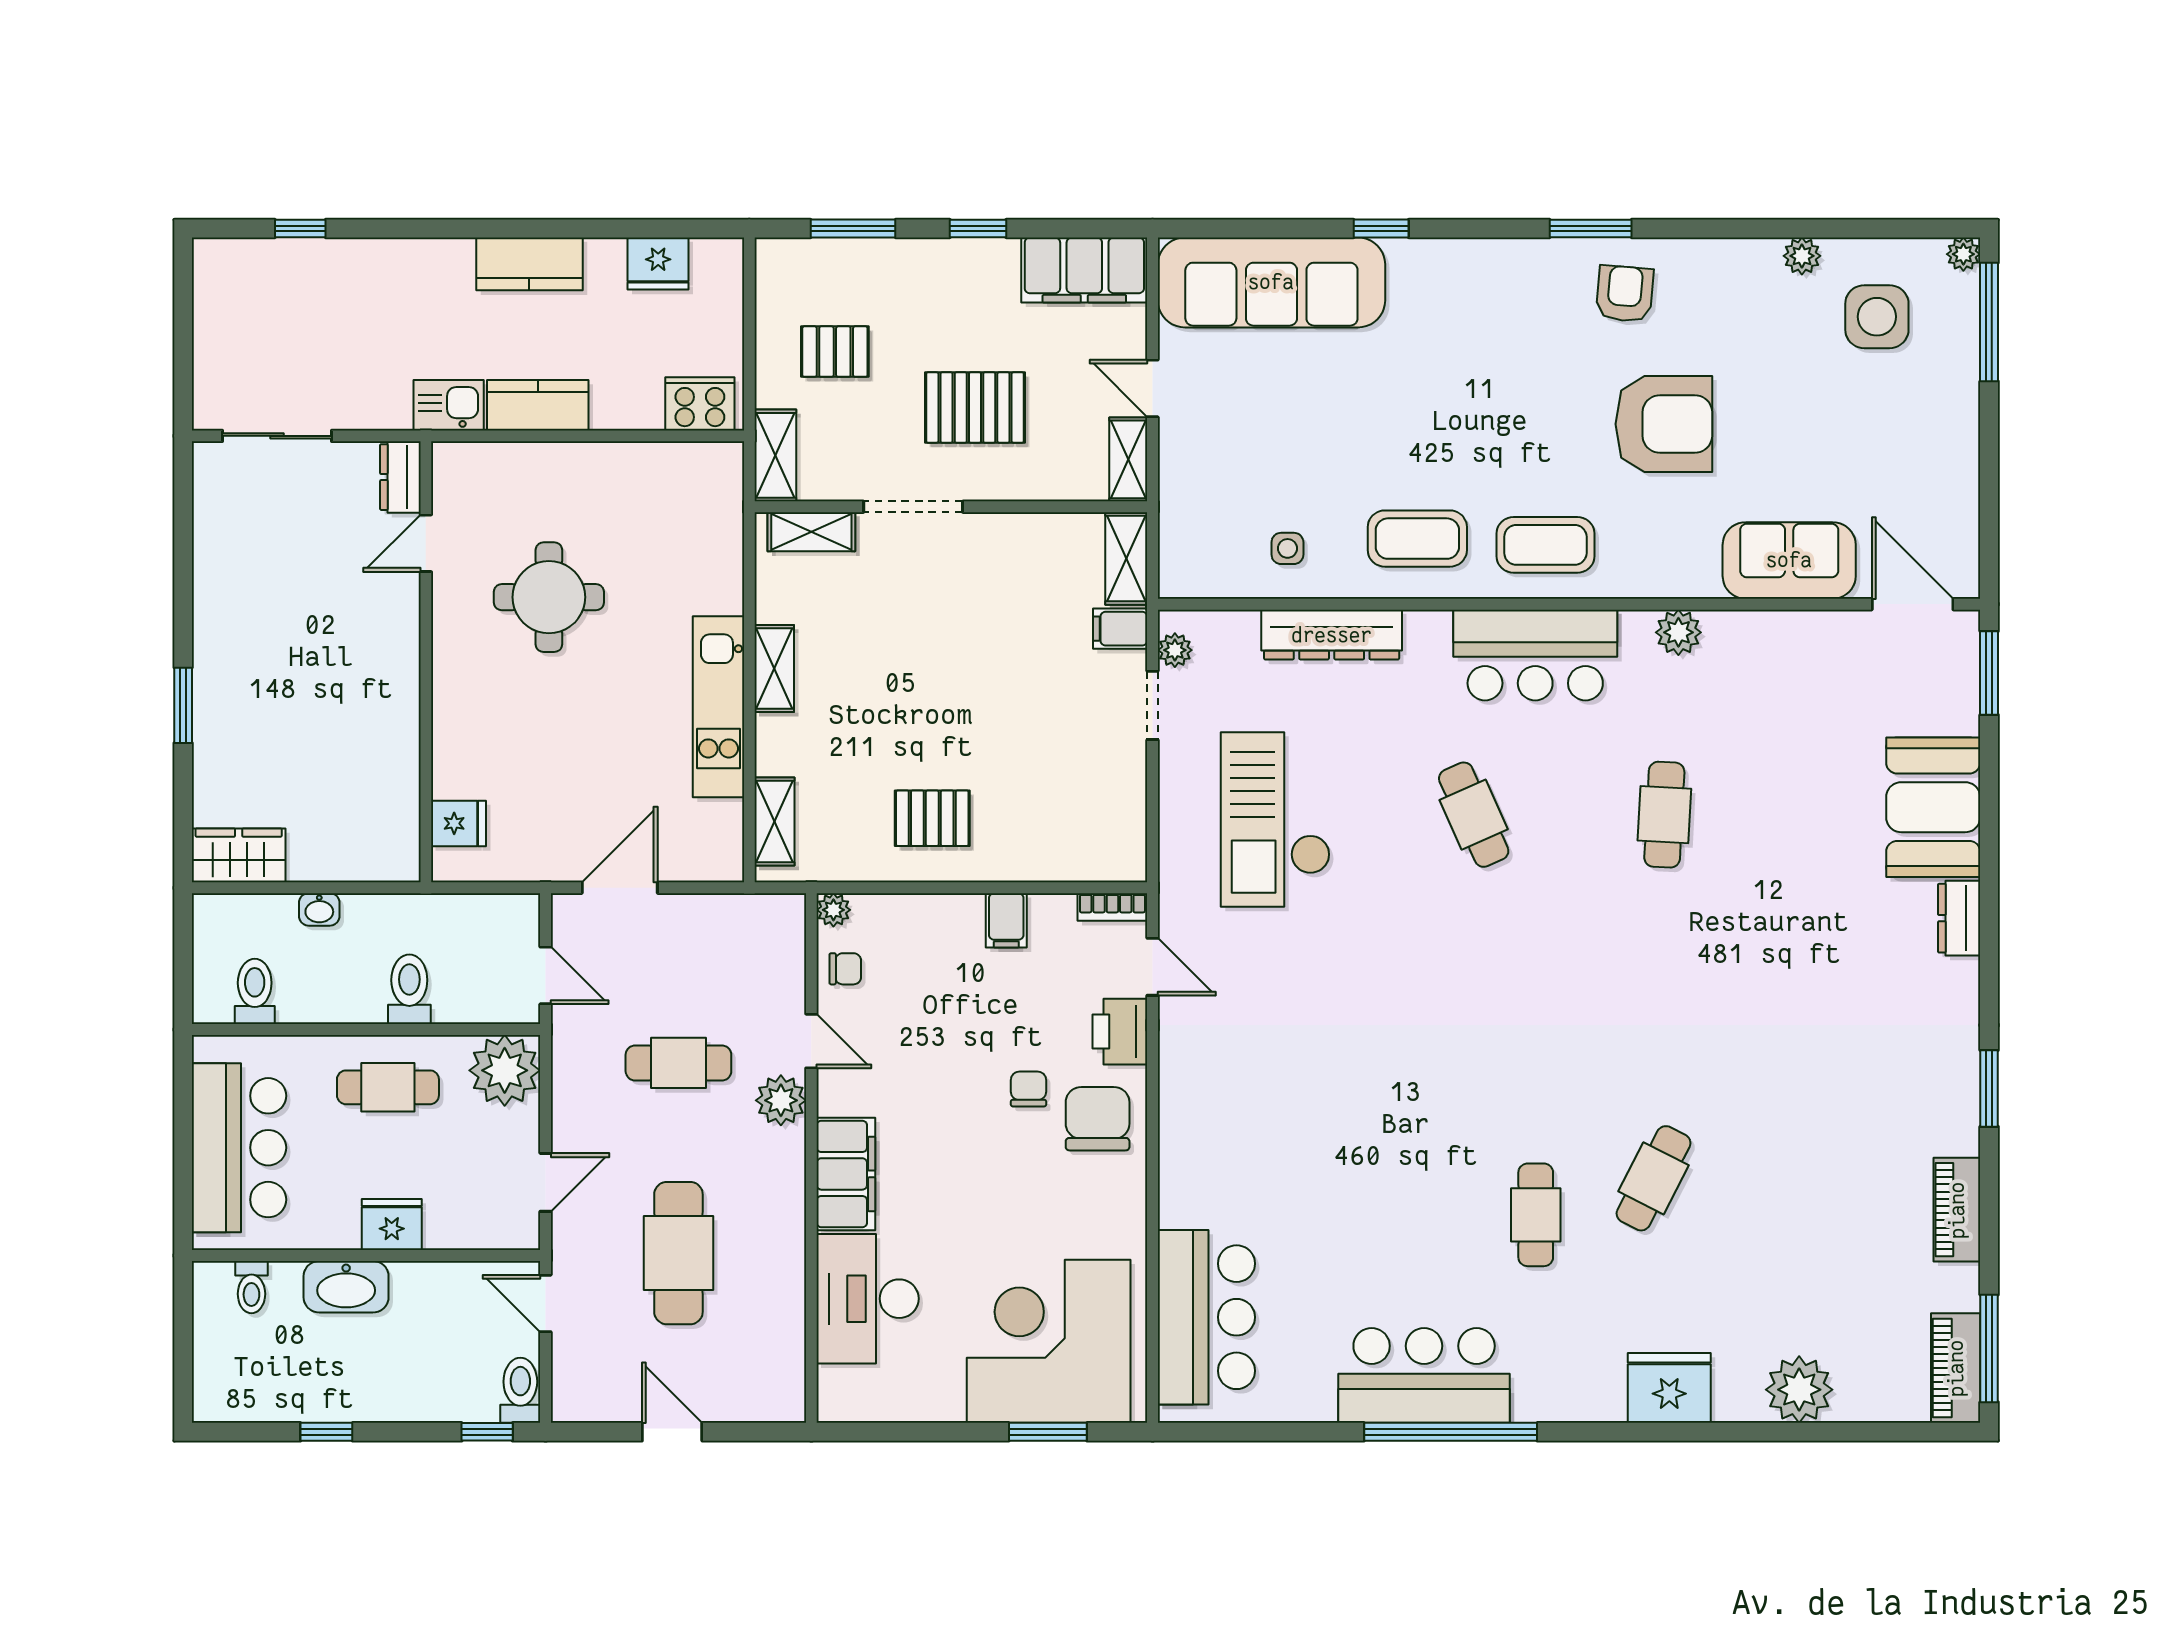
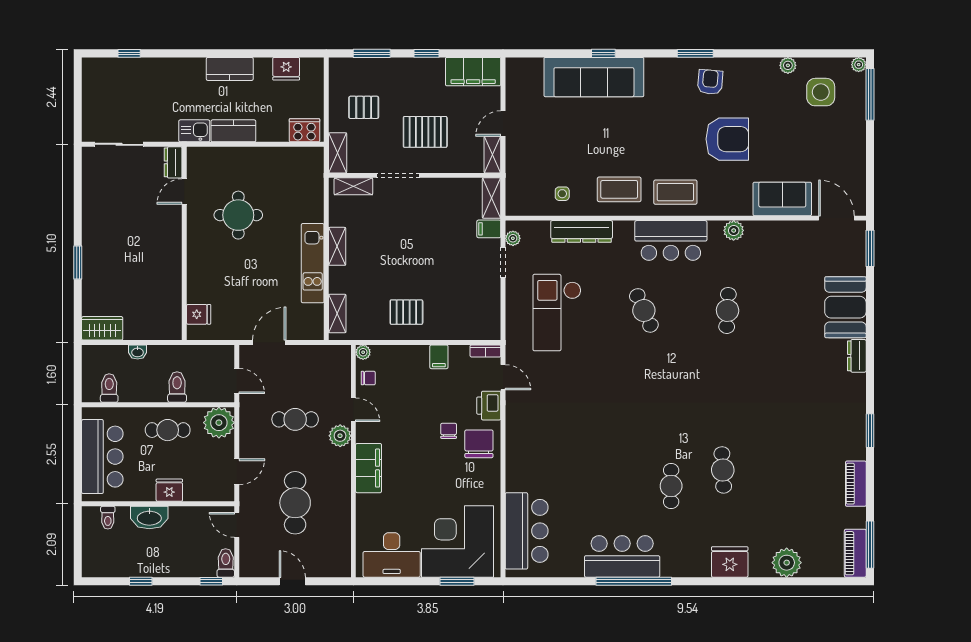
sofa: (1271, 282) -> (594, 77), moved
door: (1153, 388) -> (503, 124), hinge flipped
cafe table: (1654, 1178) -> (723, 470), turned -30
desk: (868, 1299) -> (392, 555), moved, turned -90

